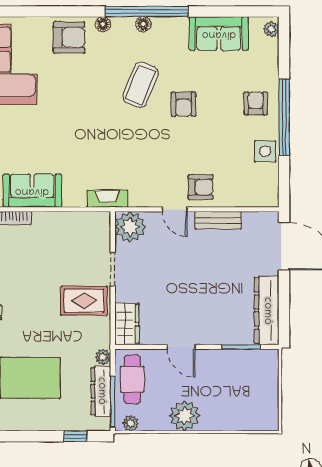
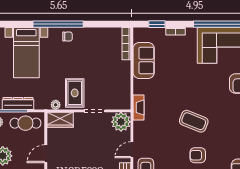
coffee table: (141, 85) -> (194, 121), moved
plant: (103, 357) -> (56, 105), moved

